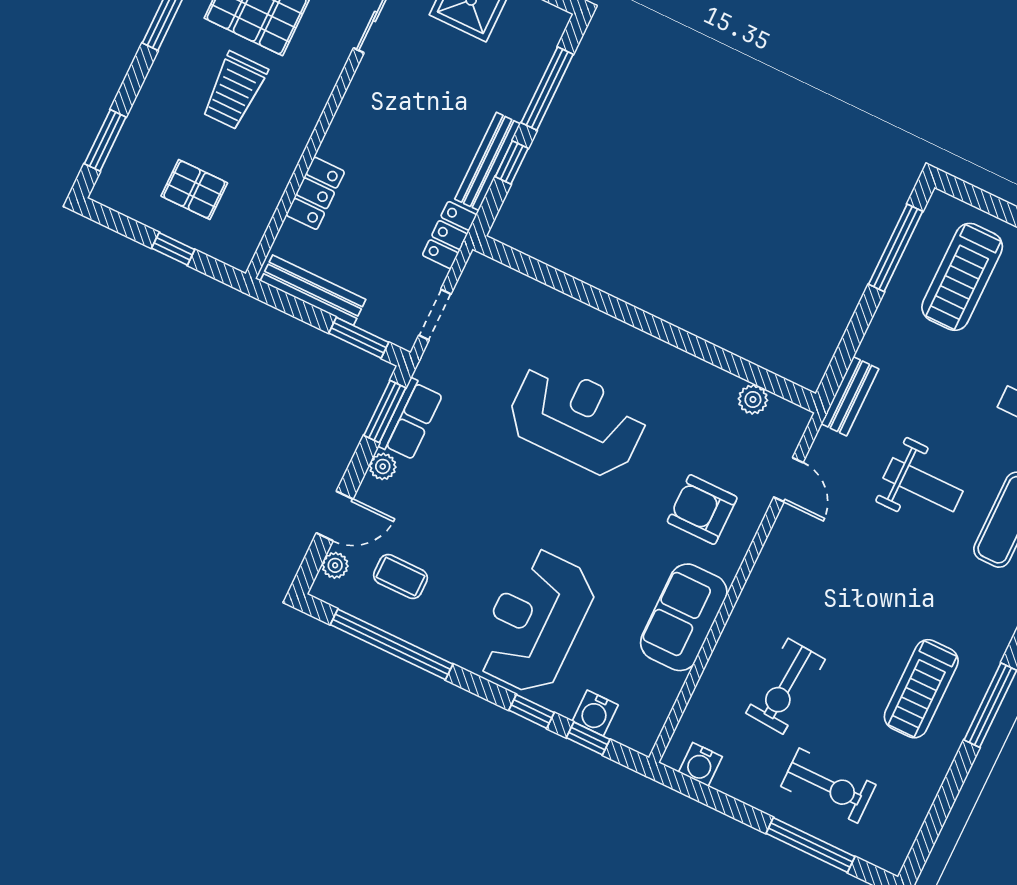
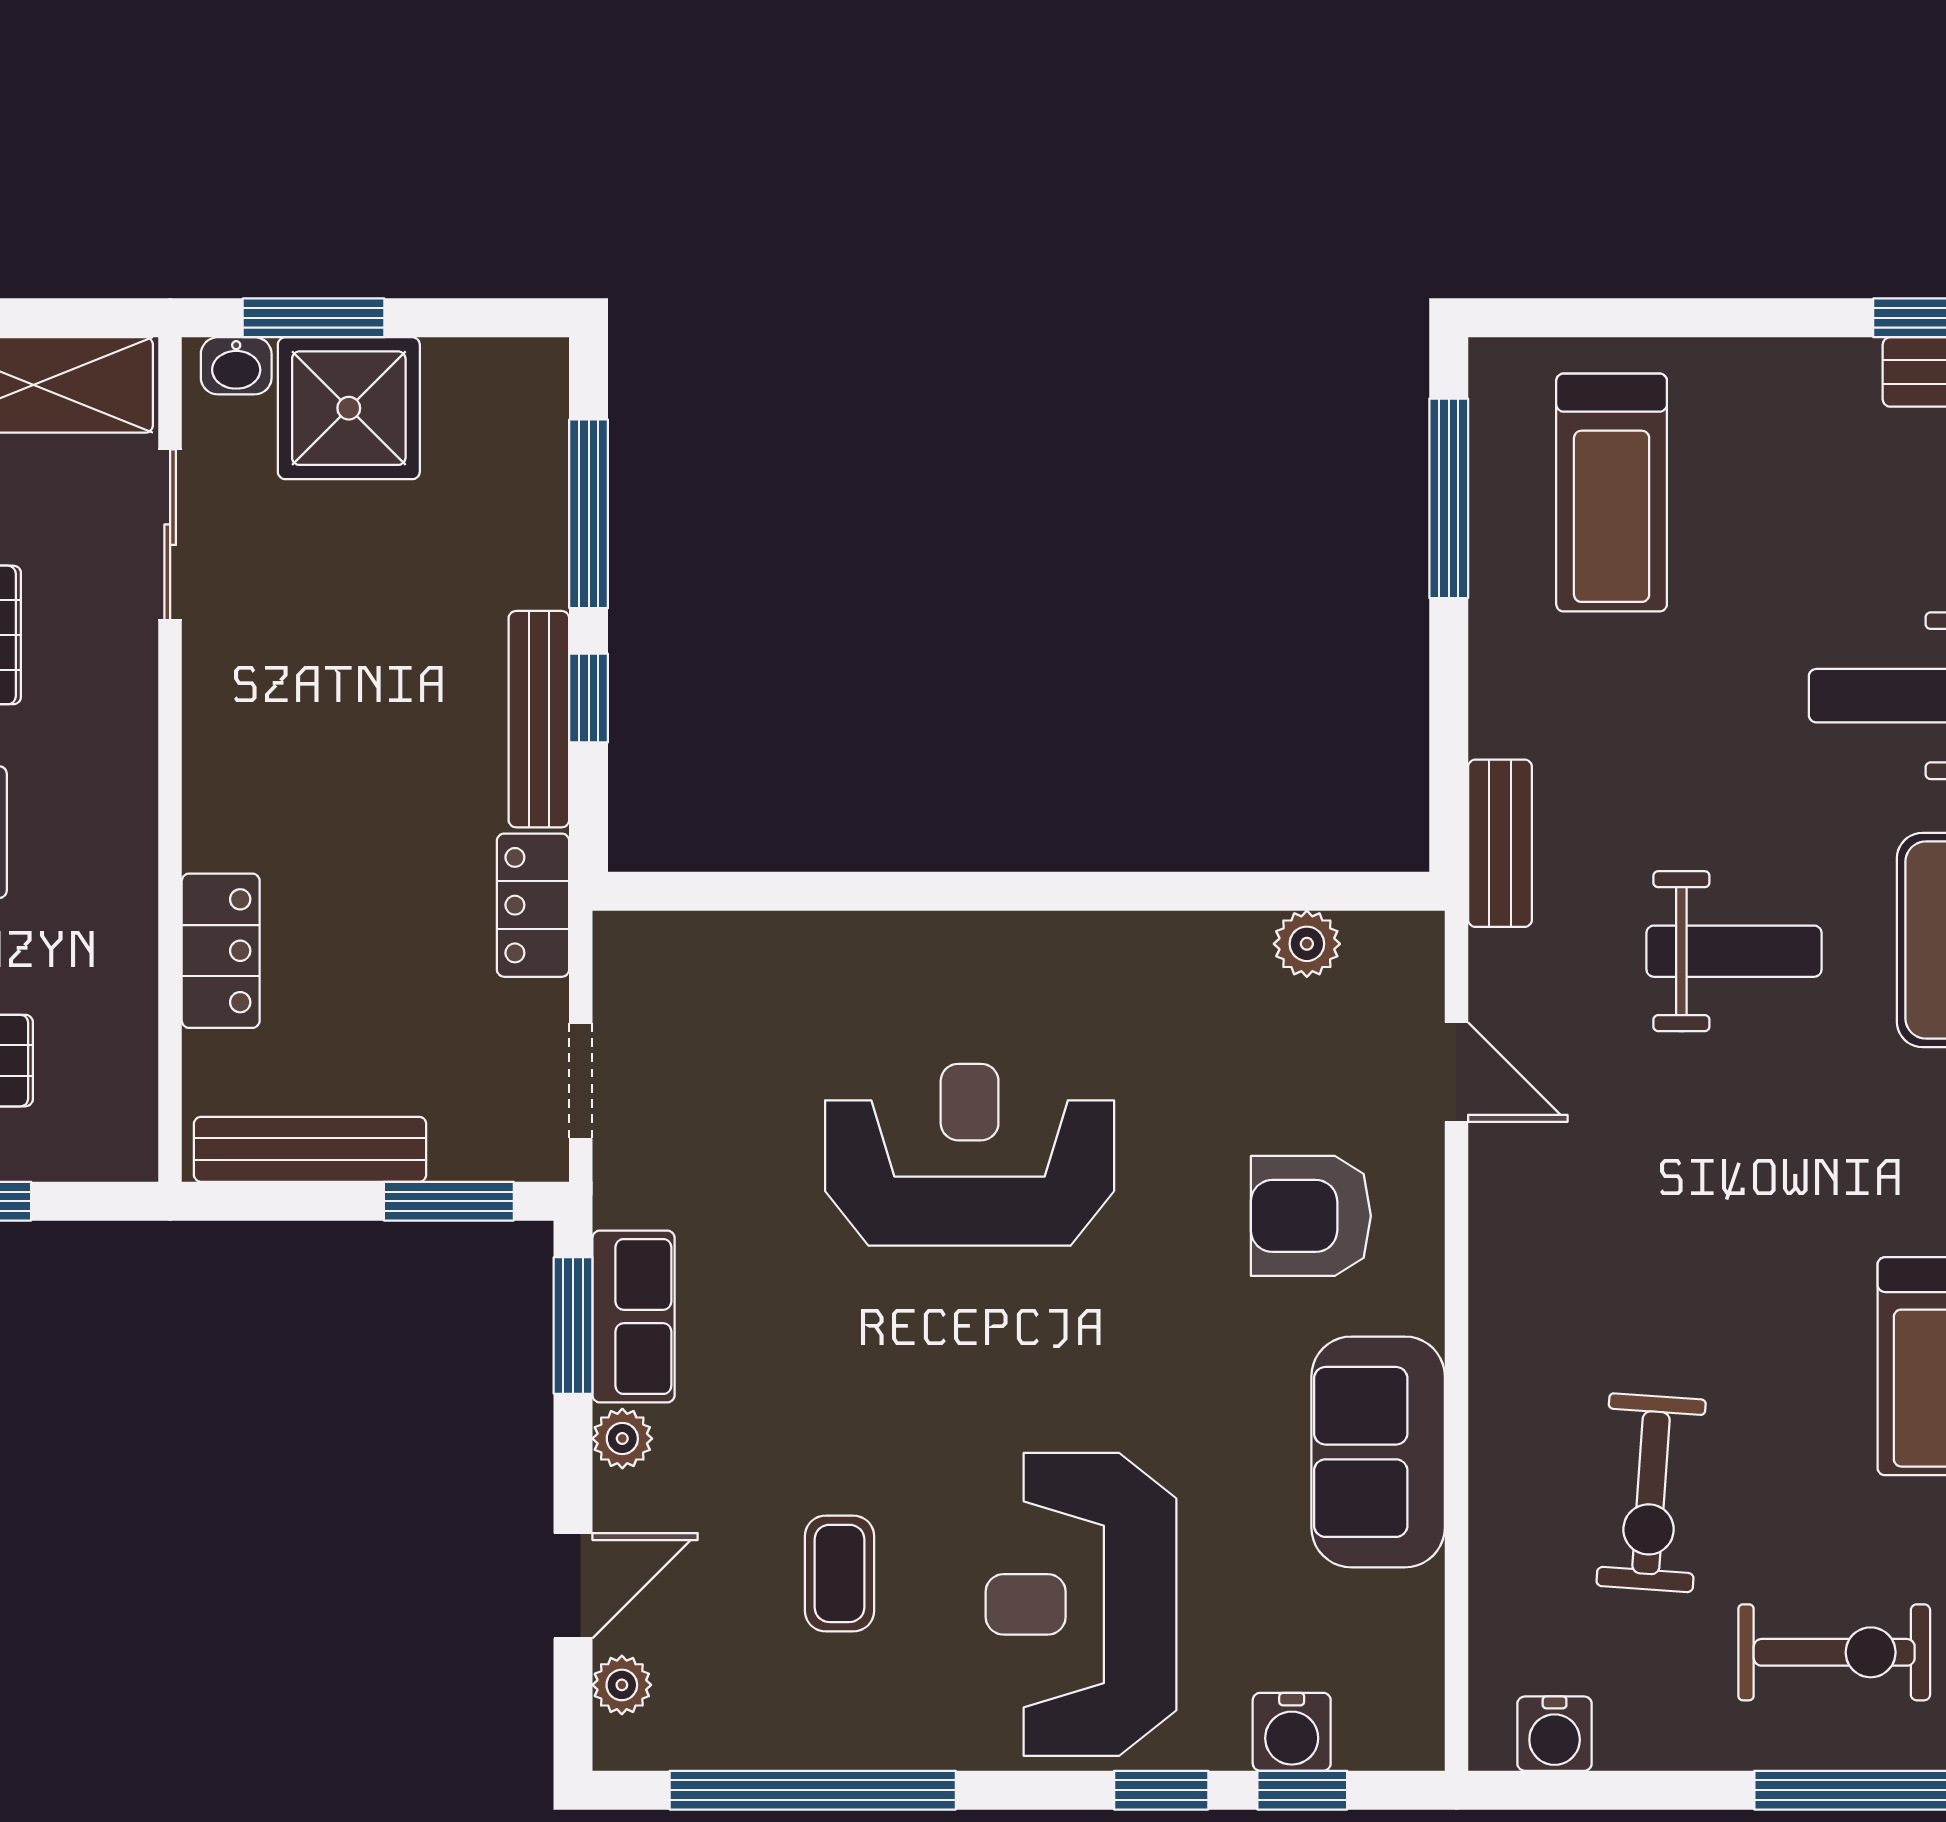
coffee table: (400, 577) -> (839, 1573), moved, turned 90

